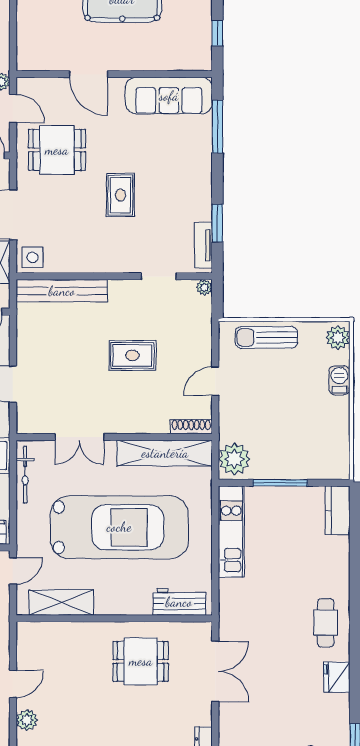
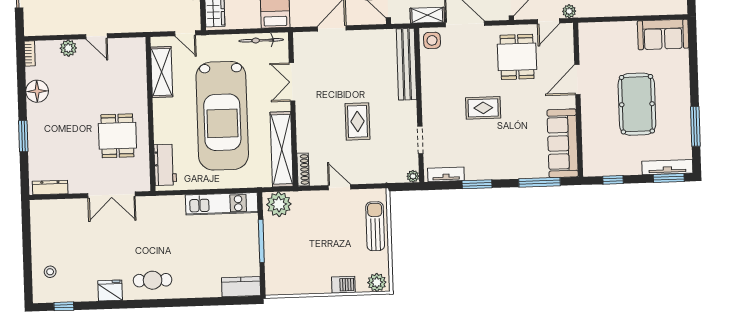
window: (217, 223) -> (477, 184), moved

